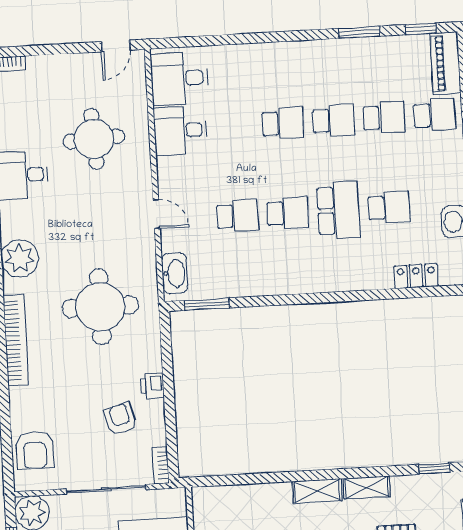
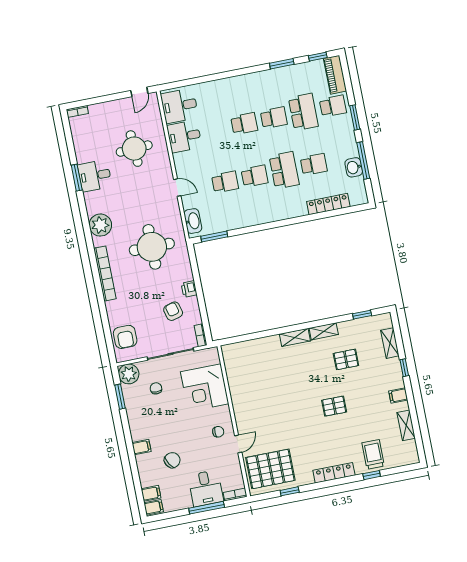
school desk: (384, 118) -> (303, 112), width x1.85
locker: (416, 276) -> (328, 204), width x1.53

